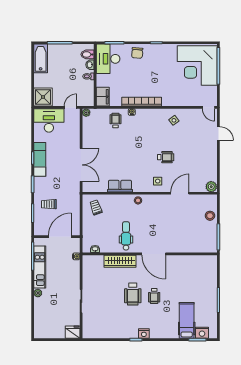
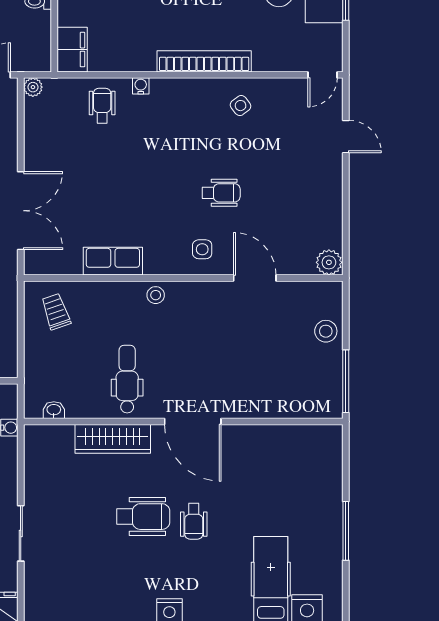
bookcase: (142, 102) -> (204, 61), moved
door: (209, 107) -> (323, 75), hinge flipped
door: (180, 193) -> (255, 278), hinge flipped
wheelchair: (133, 294) -> (143, 517), turned -90

